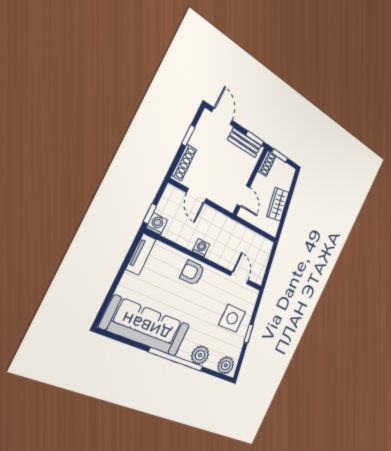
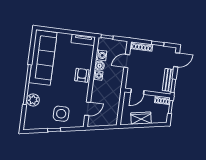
washing machine: (157, 224) -> (101, 55), moved
boiler: (188, 241) -> (100, 66), added
plant: (226, 365) -> (30, 121), removed

